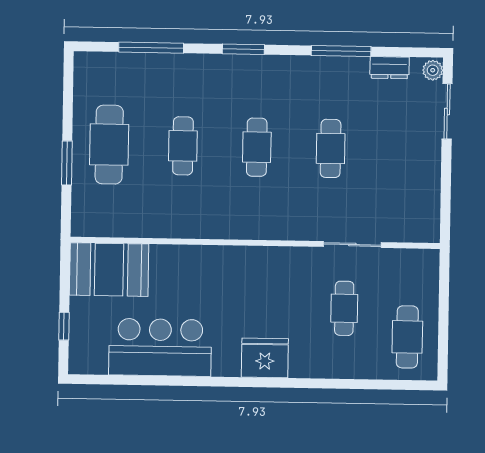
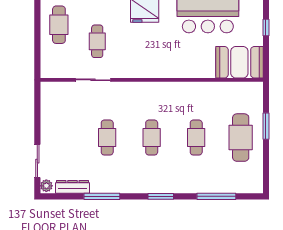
dresser: (389, 68) -> (72, 187), width x1.44

